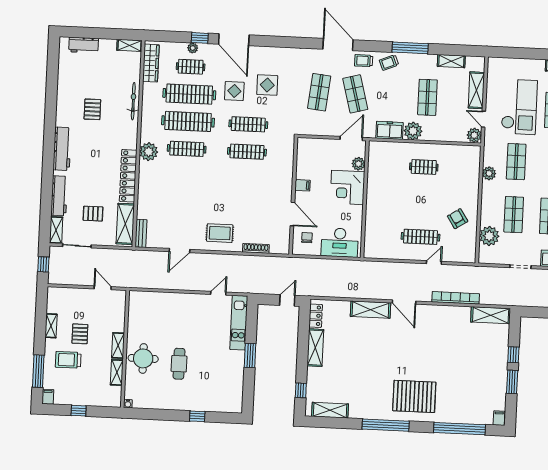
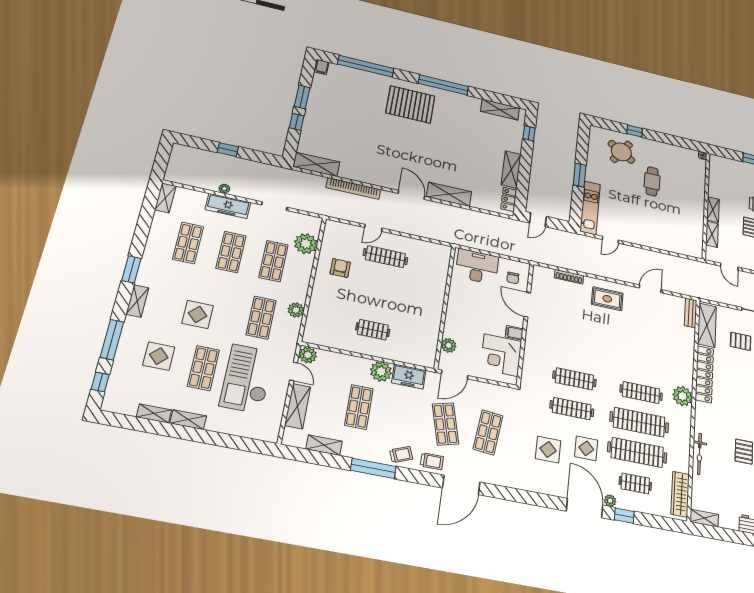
door: (338, 44) -> (461, 485), hinge flipped
plant: (193, 48) -> (610, 501), moved
corner desk: (347, 187) -> (501, 355), moved, turned 180
armchair: (458, 219) -> (340, 268), turned -147
round table: (143, 358) -> (621, 152), moved, turned 33
shelving: (117, 372) -> (712, 234), moved

